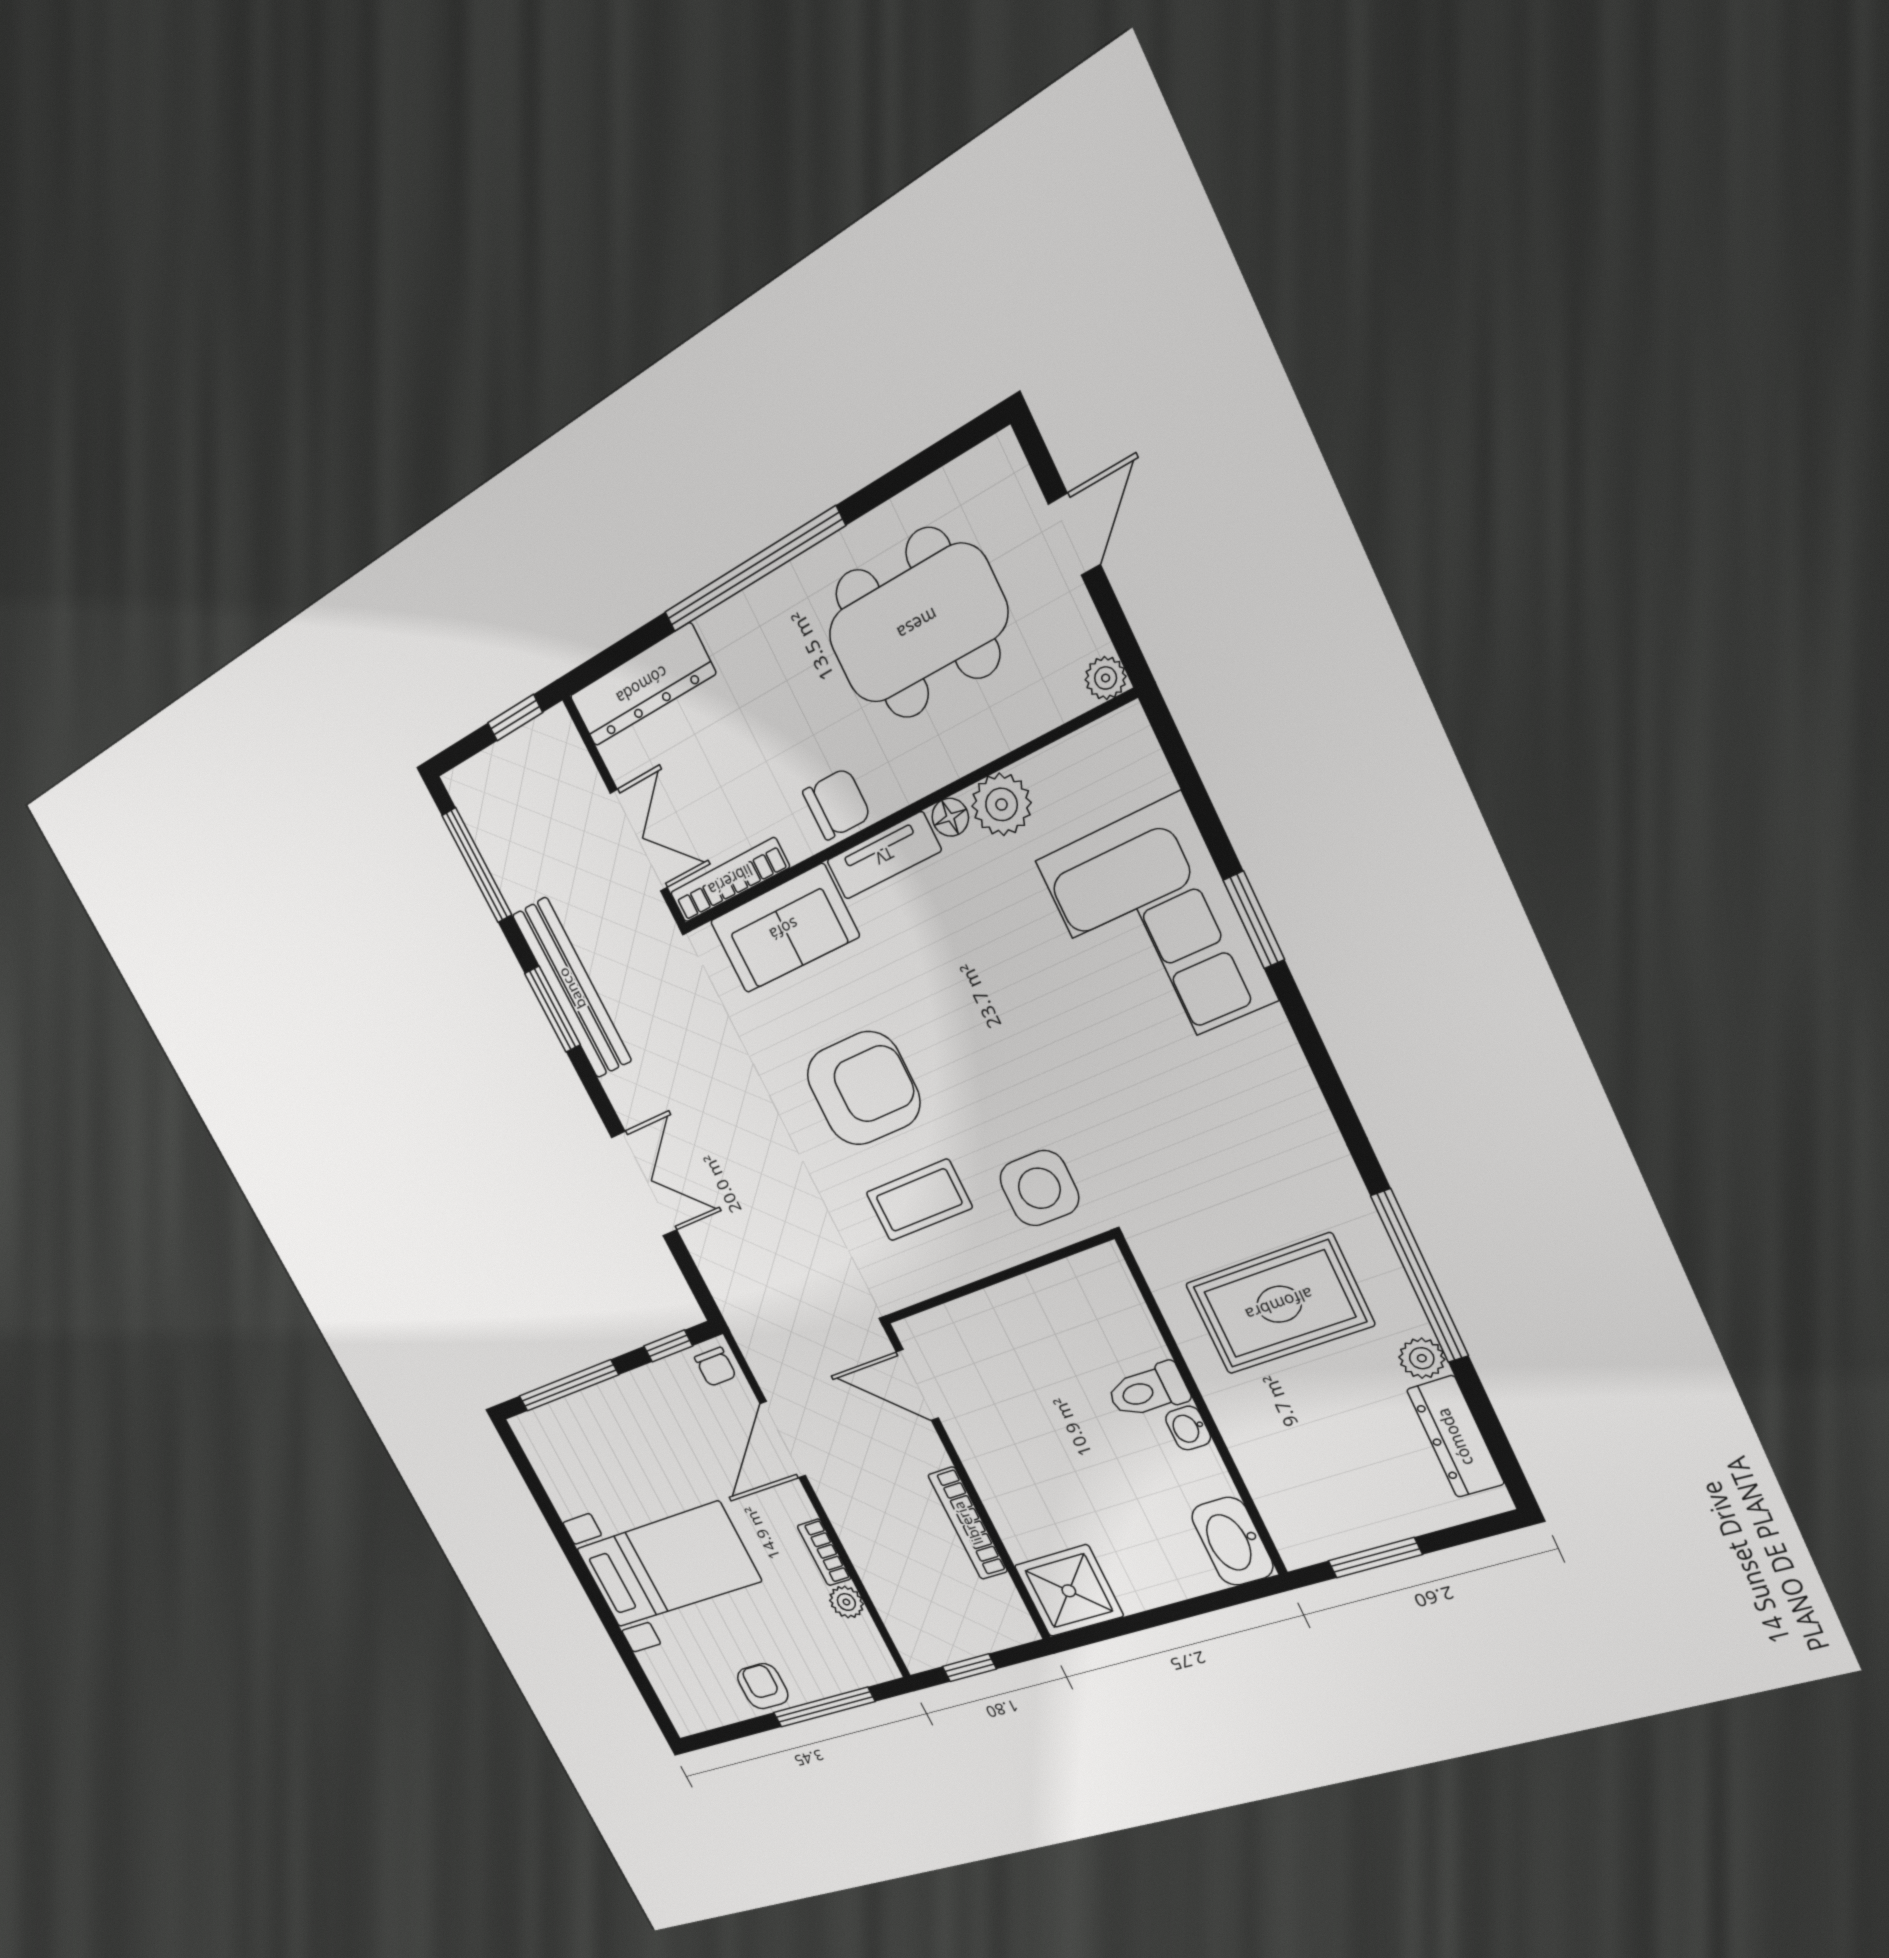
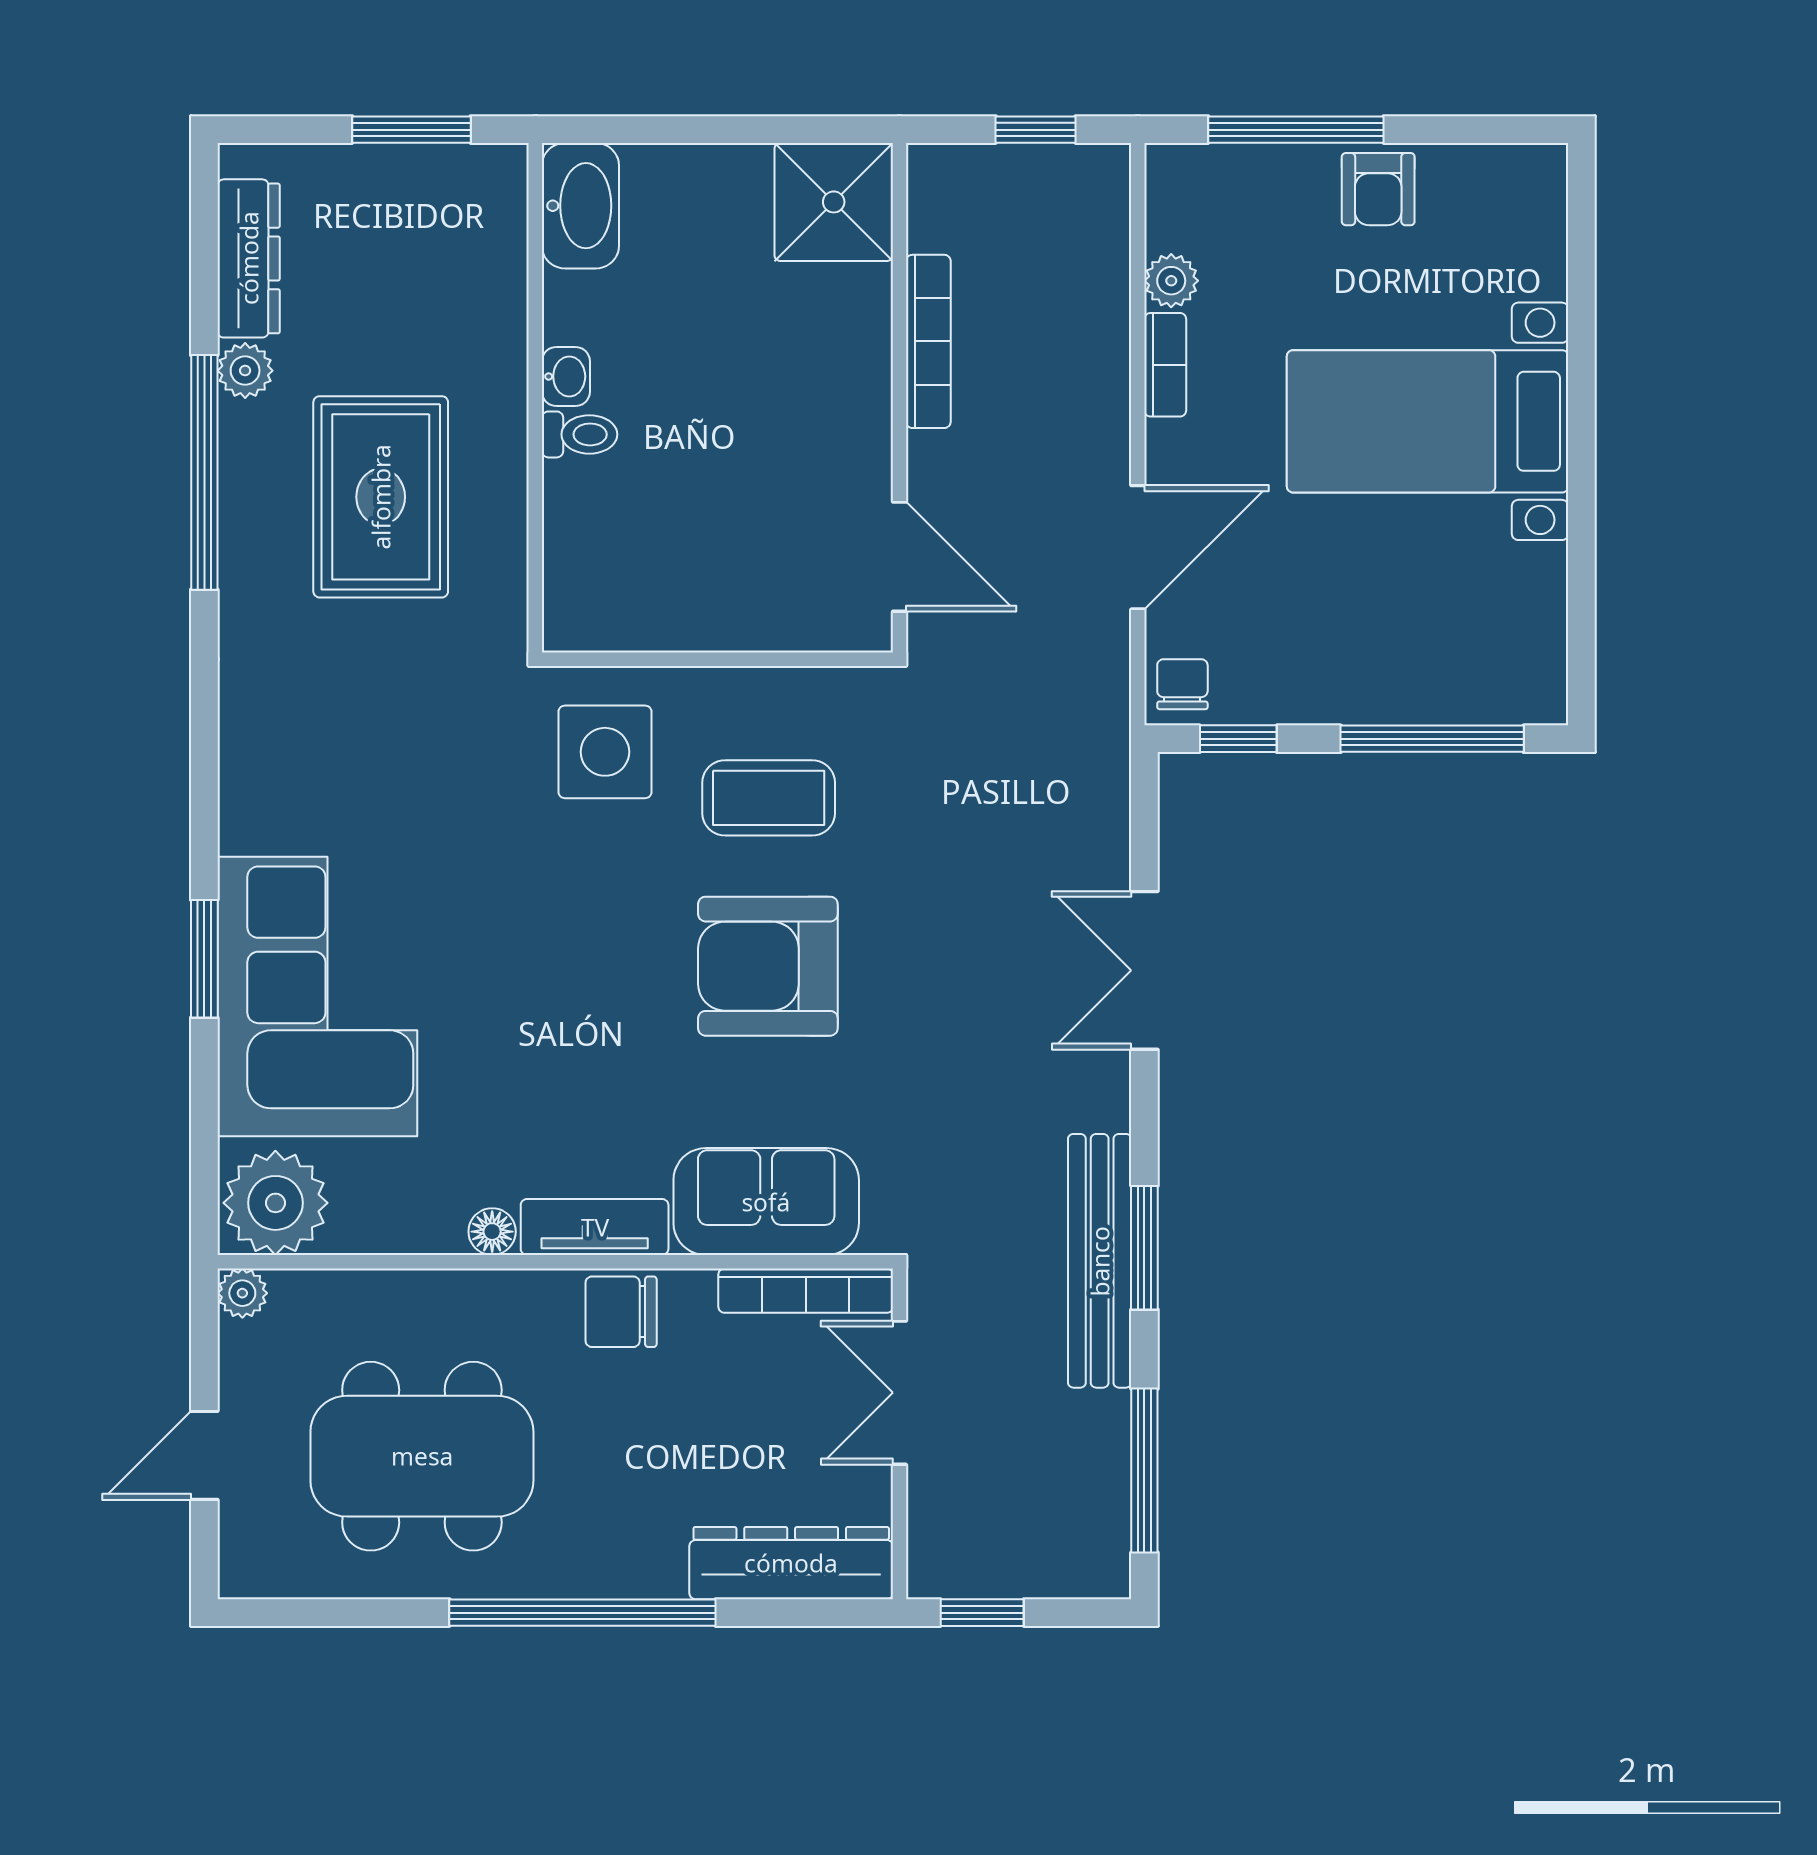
plant: (1002, 804) -> (275, 1203), moved, width x1.36, depth x1.36
rug: (1279, 1304) -> (381, 497), turned 90
toilet: (1148, 1391) -> (580, 434), width x0.73, depth x0.72

